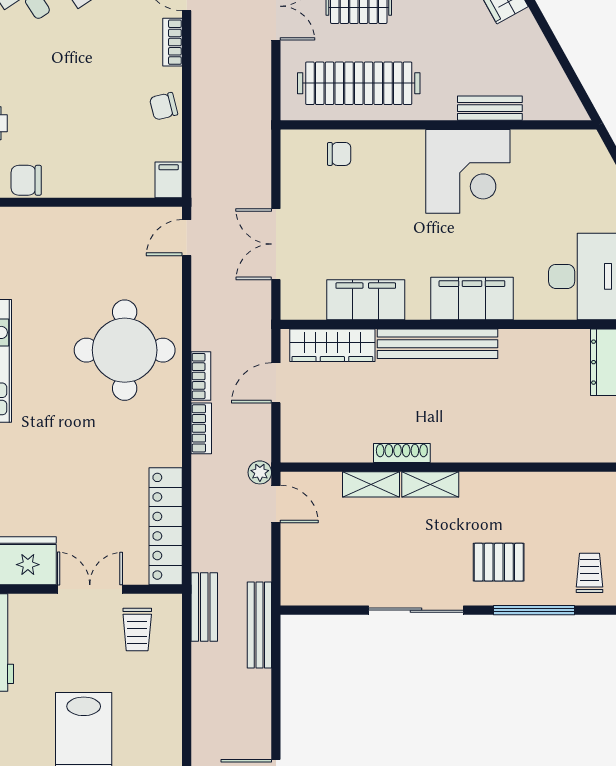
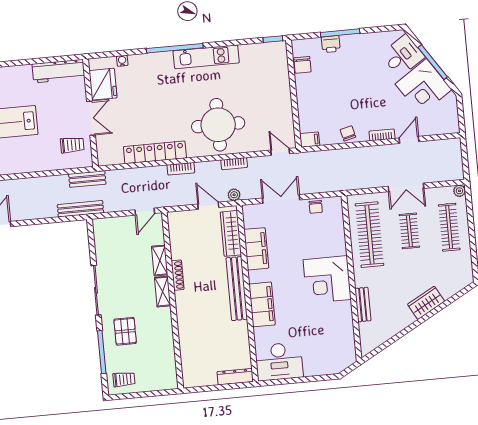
chair: (339, 154) -> (316, 207), moved
corner desk: (468, 171) -> (327, 280), moved
chair: (26, 180) -> (302, 65), turned 180
bookcase: (201, 376) -> (234, 164), moved
plant: (260, 472) -> (234, 195), moved
locker: (166, 526) -> (155, 152), moved
trolley: (137, 630) -> (72, 145), turned 180

